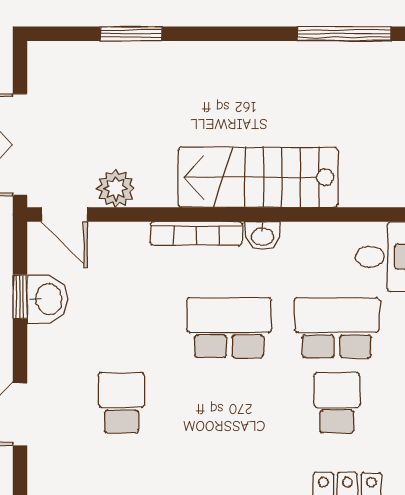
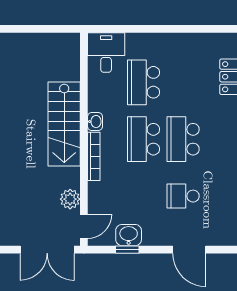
school desk: (337, 403) -> (183, 139), moved, width x1.85

